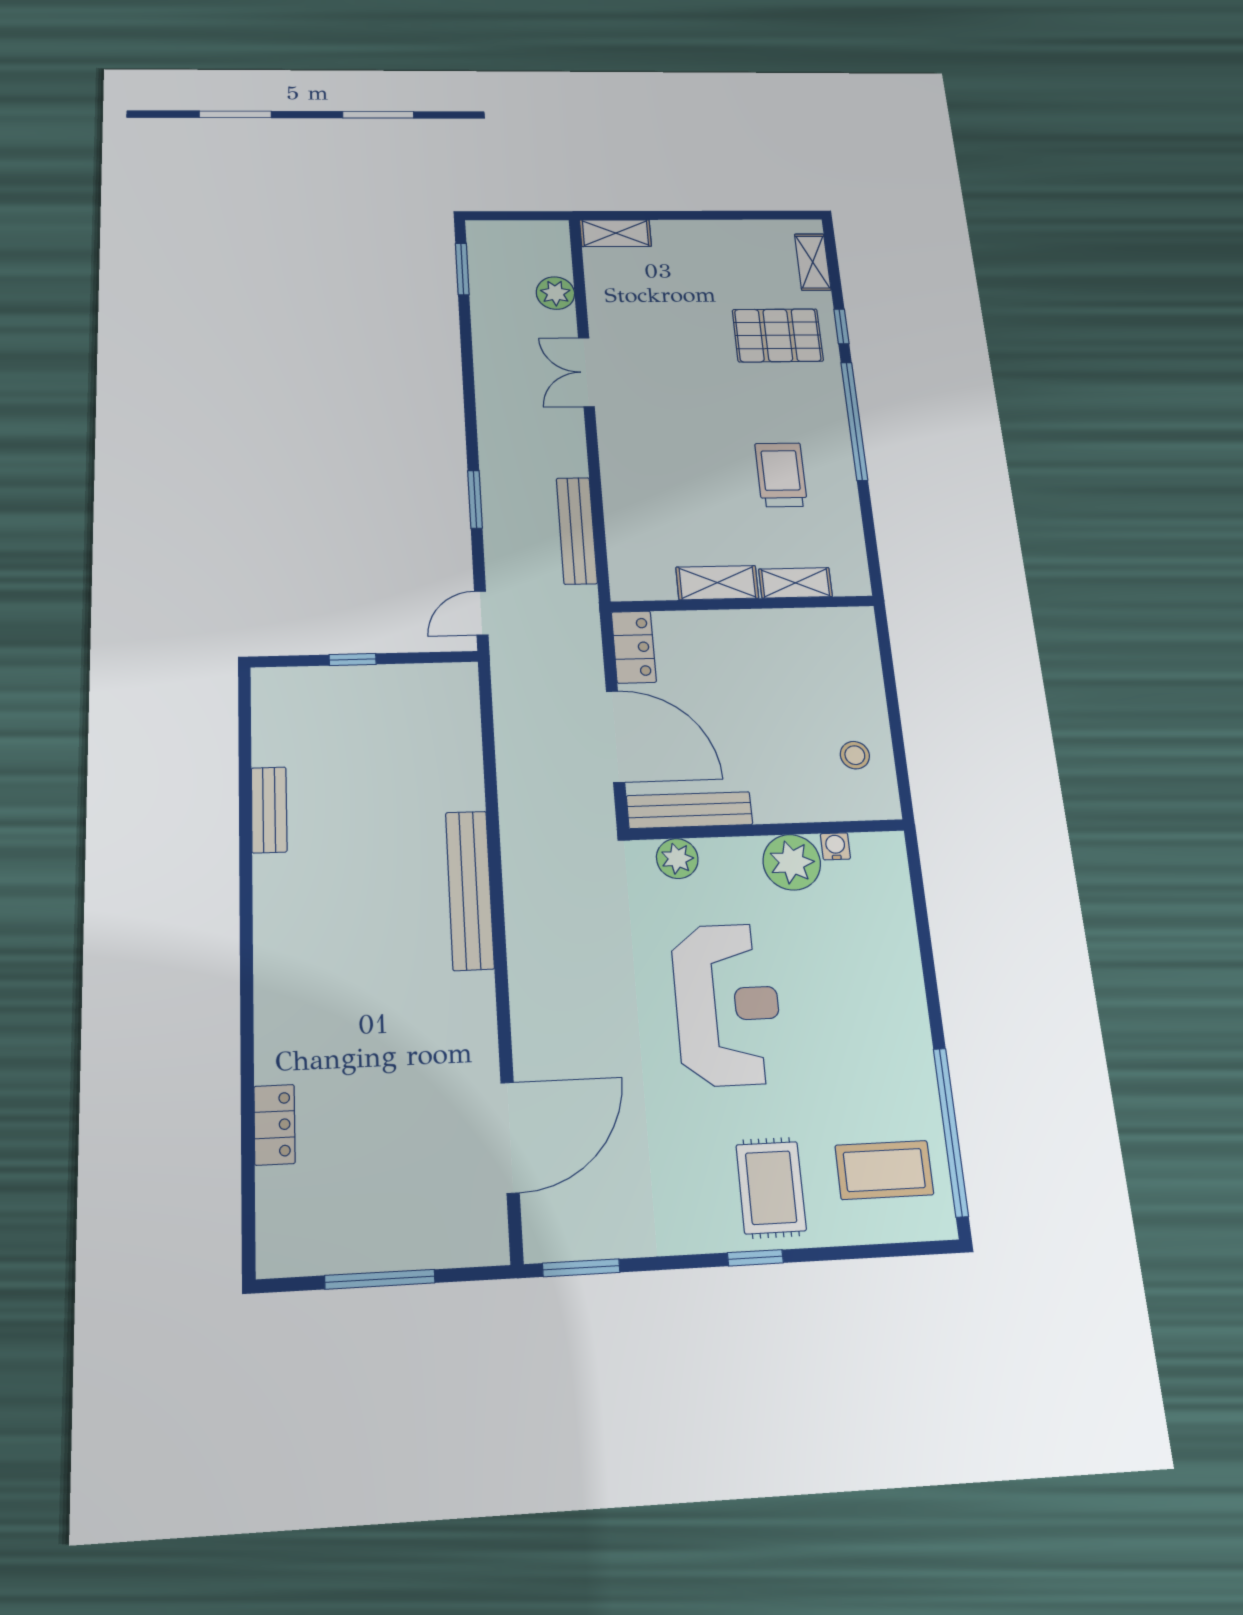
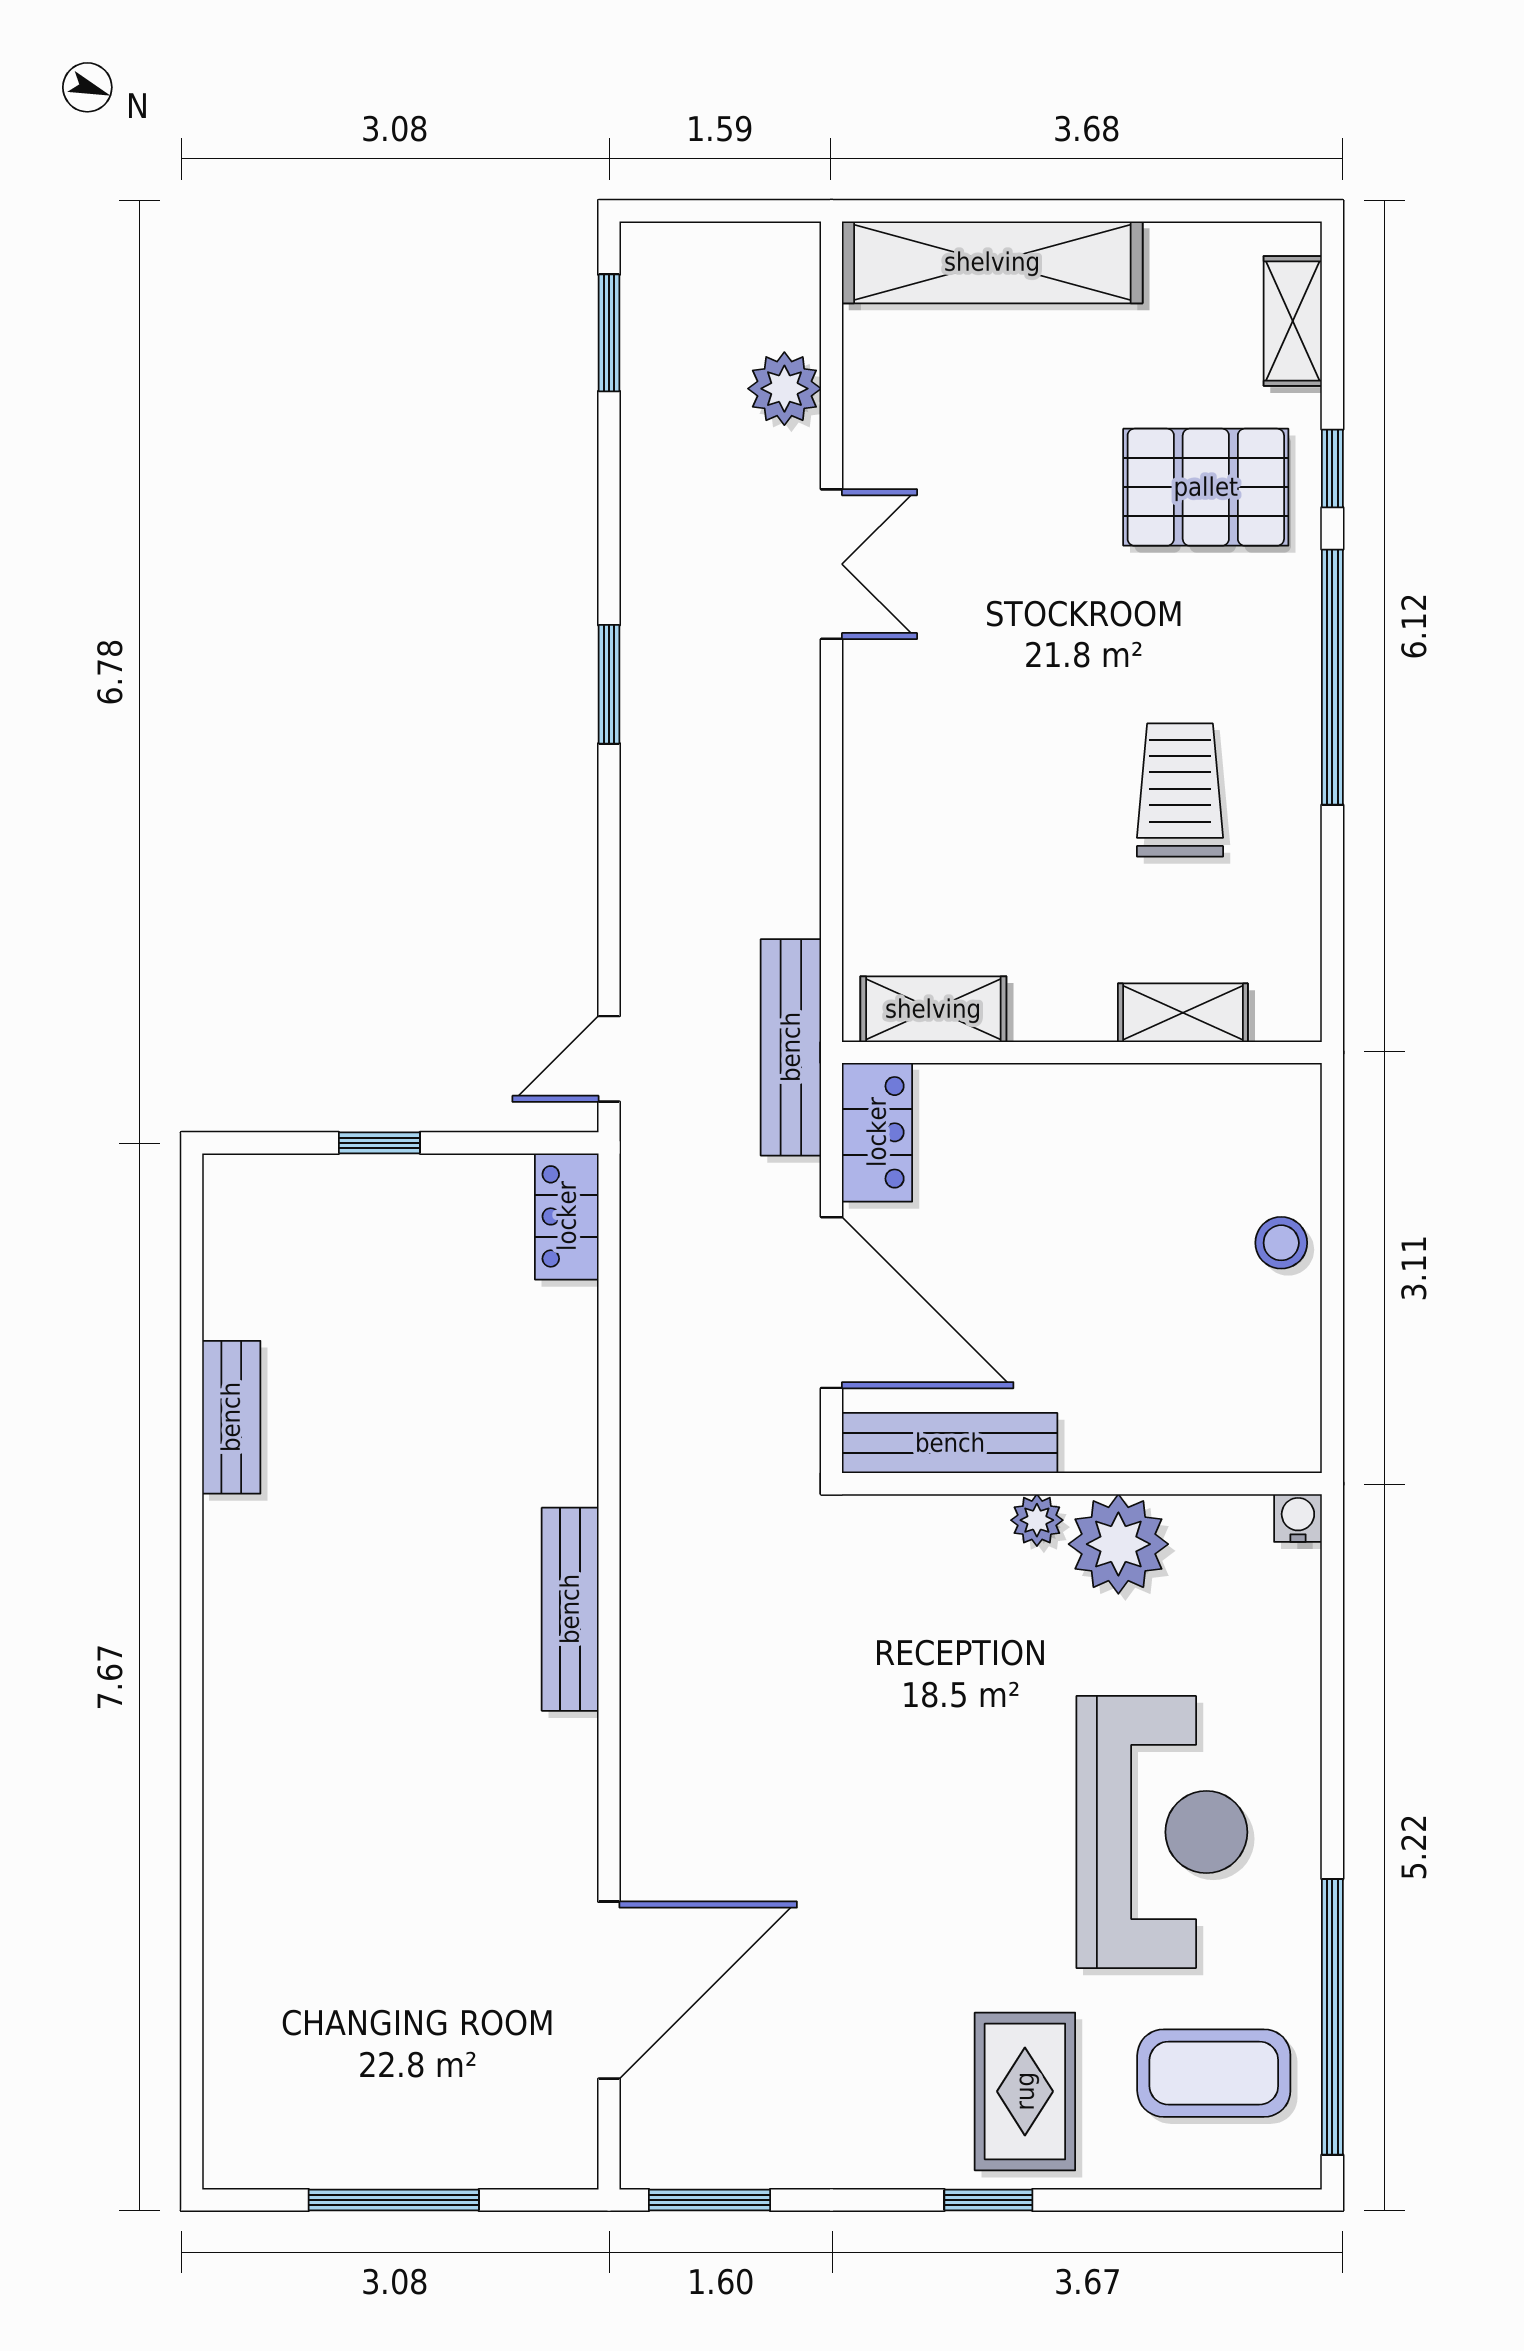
shelving: (615, 233) -> (992, 262), width x2.20, depth x1.33
double door: (586, 372) -> (832, 564), swing flipped
window: (475, 499) -> (609, 684), moved
bench: (577, 531) -> (791, 1047), moved
shelving: (717, 583) -> (933, 1009), moved
stool: (855, 755) -> (1281, 1243), moved
water cooler: (835, 846) -> (1298, 1518), moved
plant: (677, 859) -> (1037, 1520), moved, width x0.73, depth x0.73
bench: (470, 890) -> (570, 1609), width x0.73, depth x0.82
reception desk: (727, 1004) -> (1162, 1832), moved
locker: (274, 1125) -> (567, 1216), moved, turned 180

